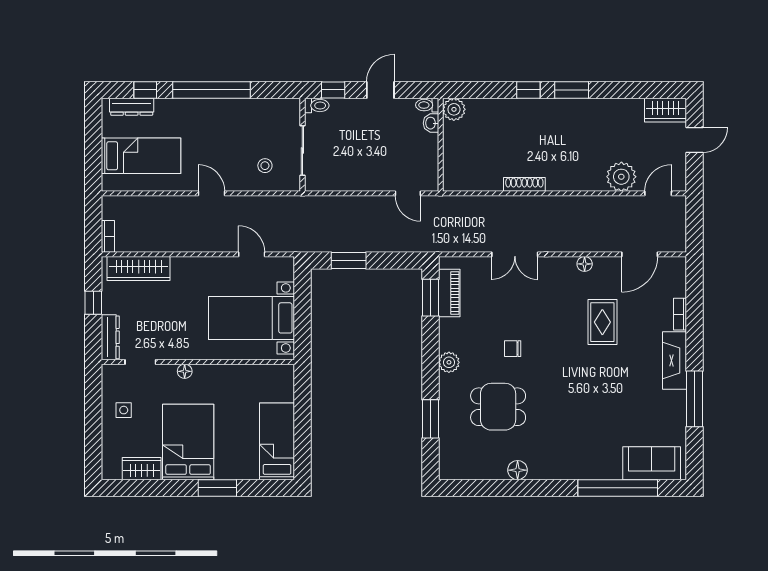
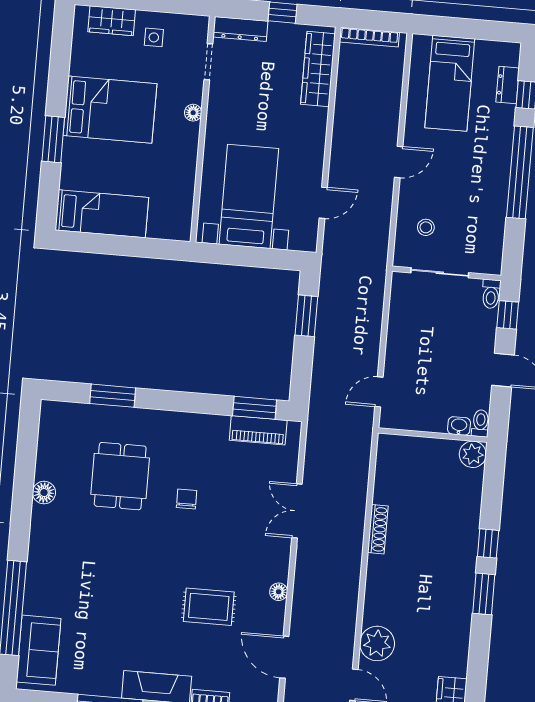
dresser: (132, 107) -> (508, 85), width x0.70
bookcase: (108, 236) -> (369, 37), width x1.56
plant: (449, 362) -> (177, 423), removed
wardrobe: (142, 469) -> (112, 21), moved, turned 90

